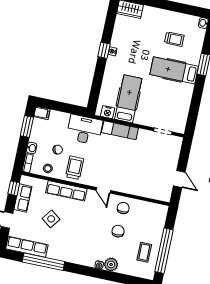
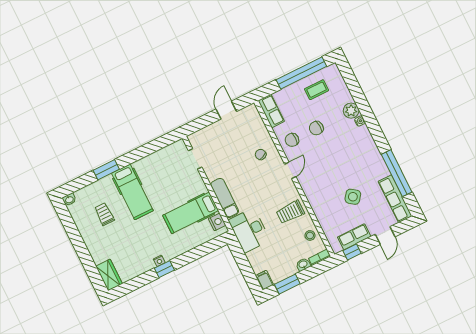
chair: (58, 150) -> (261, 155), moved
row of seats: (66, 191) -> (271, 111), moved, width x0.68

